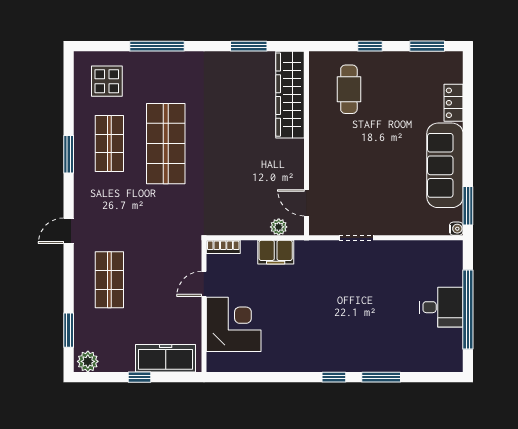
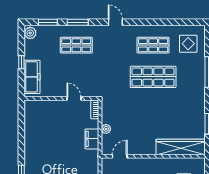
window: (69, 154) -> (78, 22), moved
plant: (279, 227) -> (106, 129), moved
door: (69, 231) -> (115, 22), moved
corner desk: (234, 324) -> (51, 115), removed

